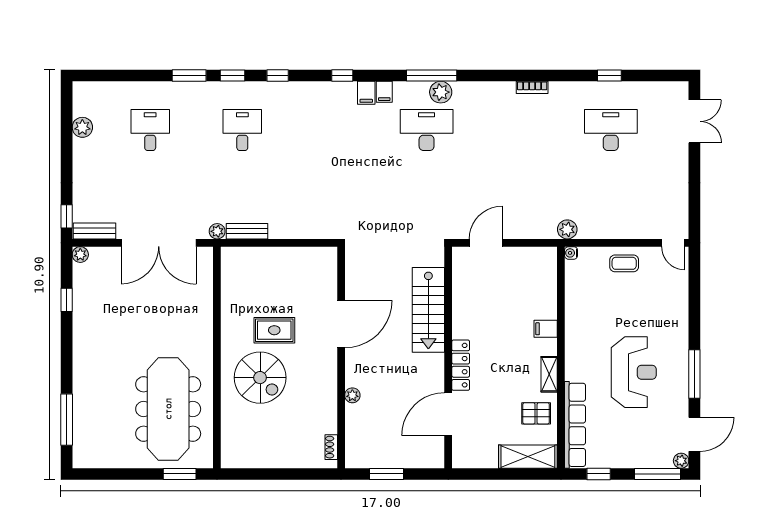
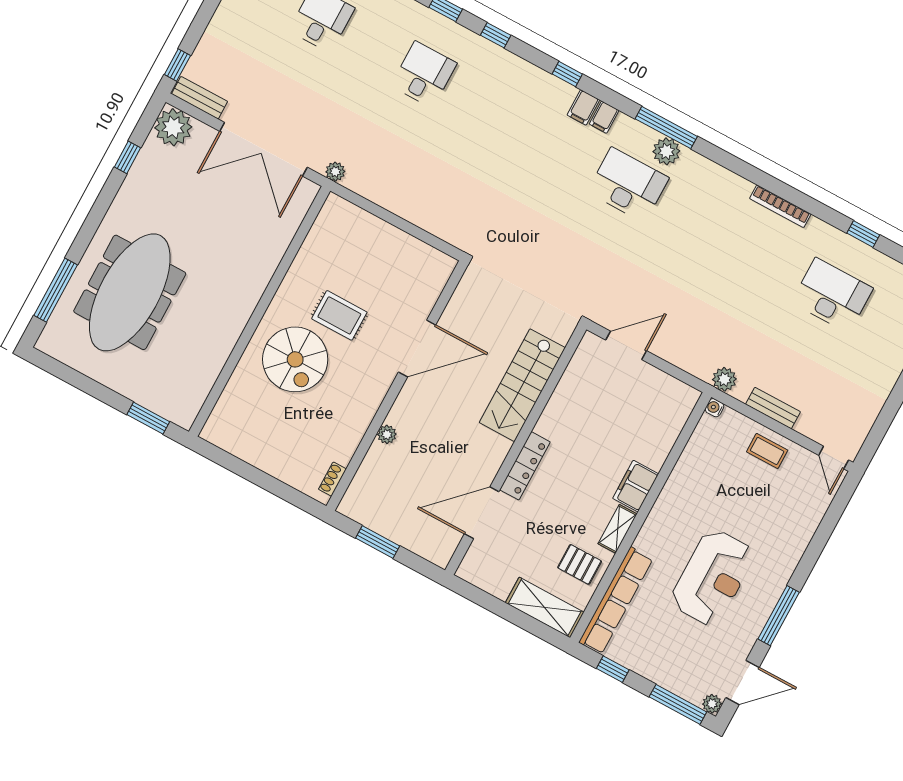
bookcase: (532, 87) -> (780, 206), width x1.56
bench: (247, 231) -> (773, 408), moved
plant: (80, 255) -> (173, 127), width x1.87, depth x1.87
filing cabinet: (546, 329) -> (636, 486), width x2.00
meeting table: (168, 409) -> (130, 292), moved

